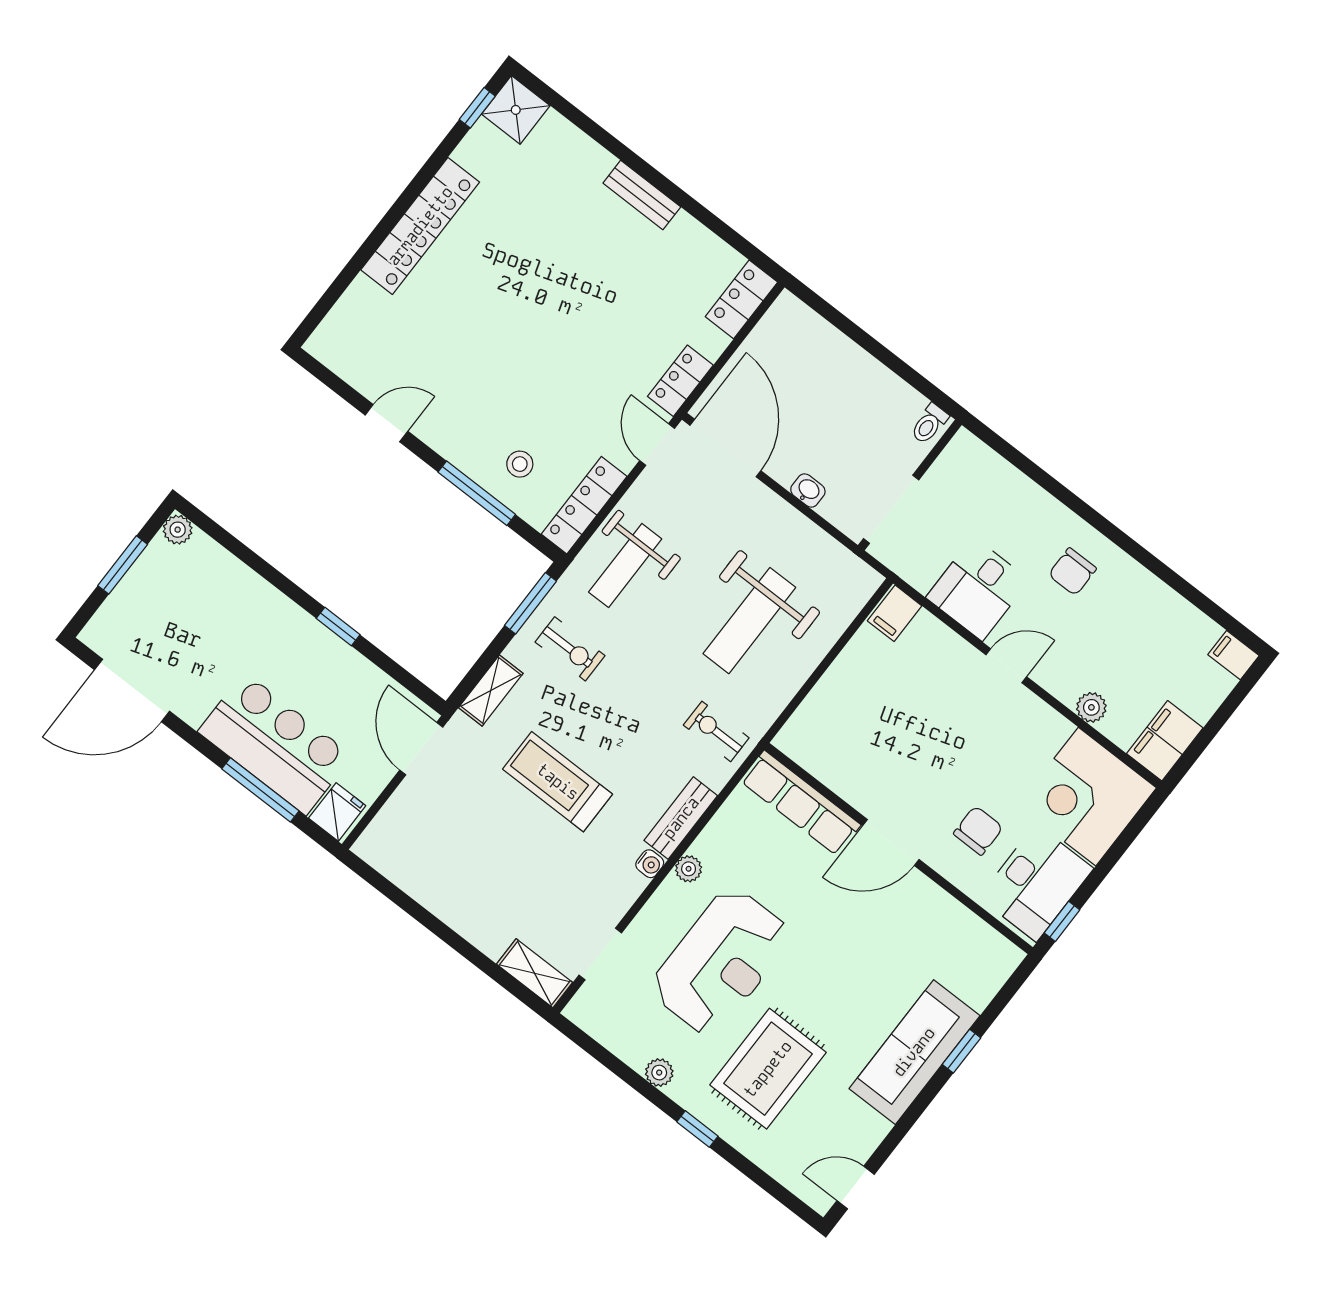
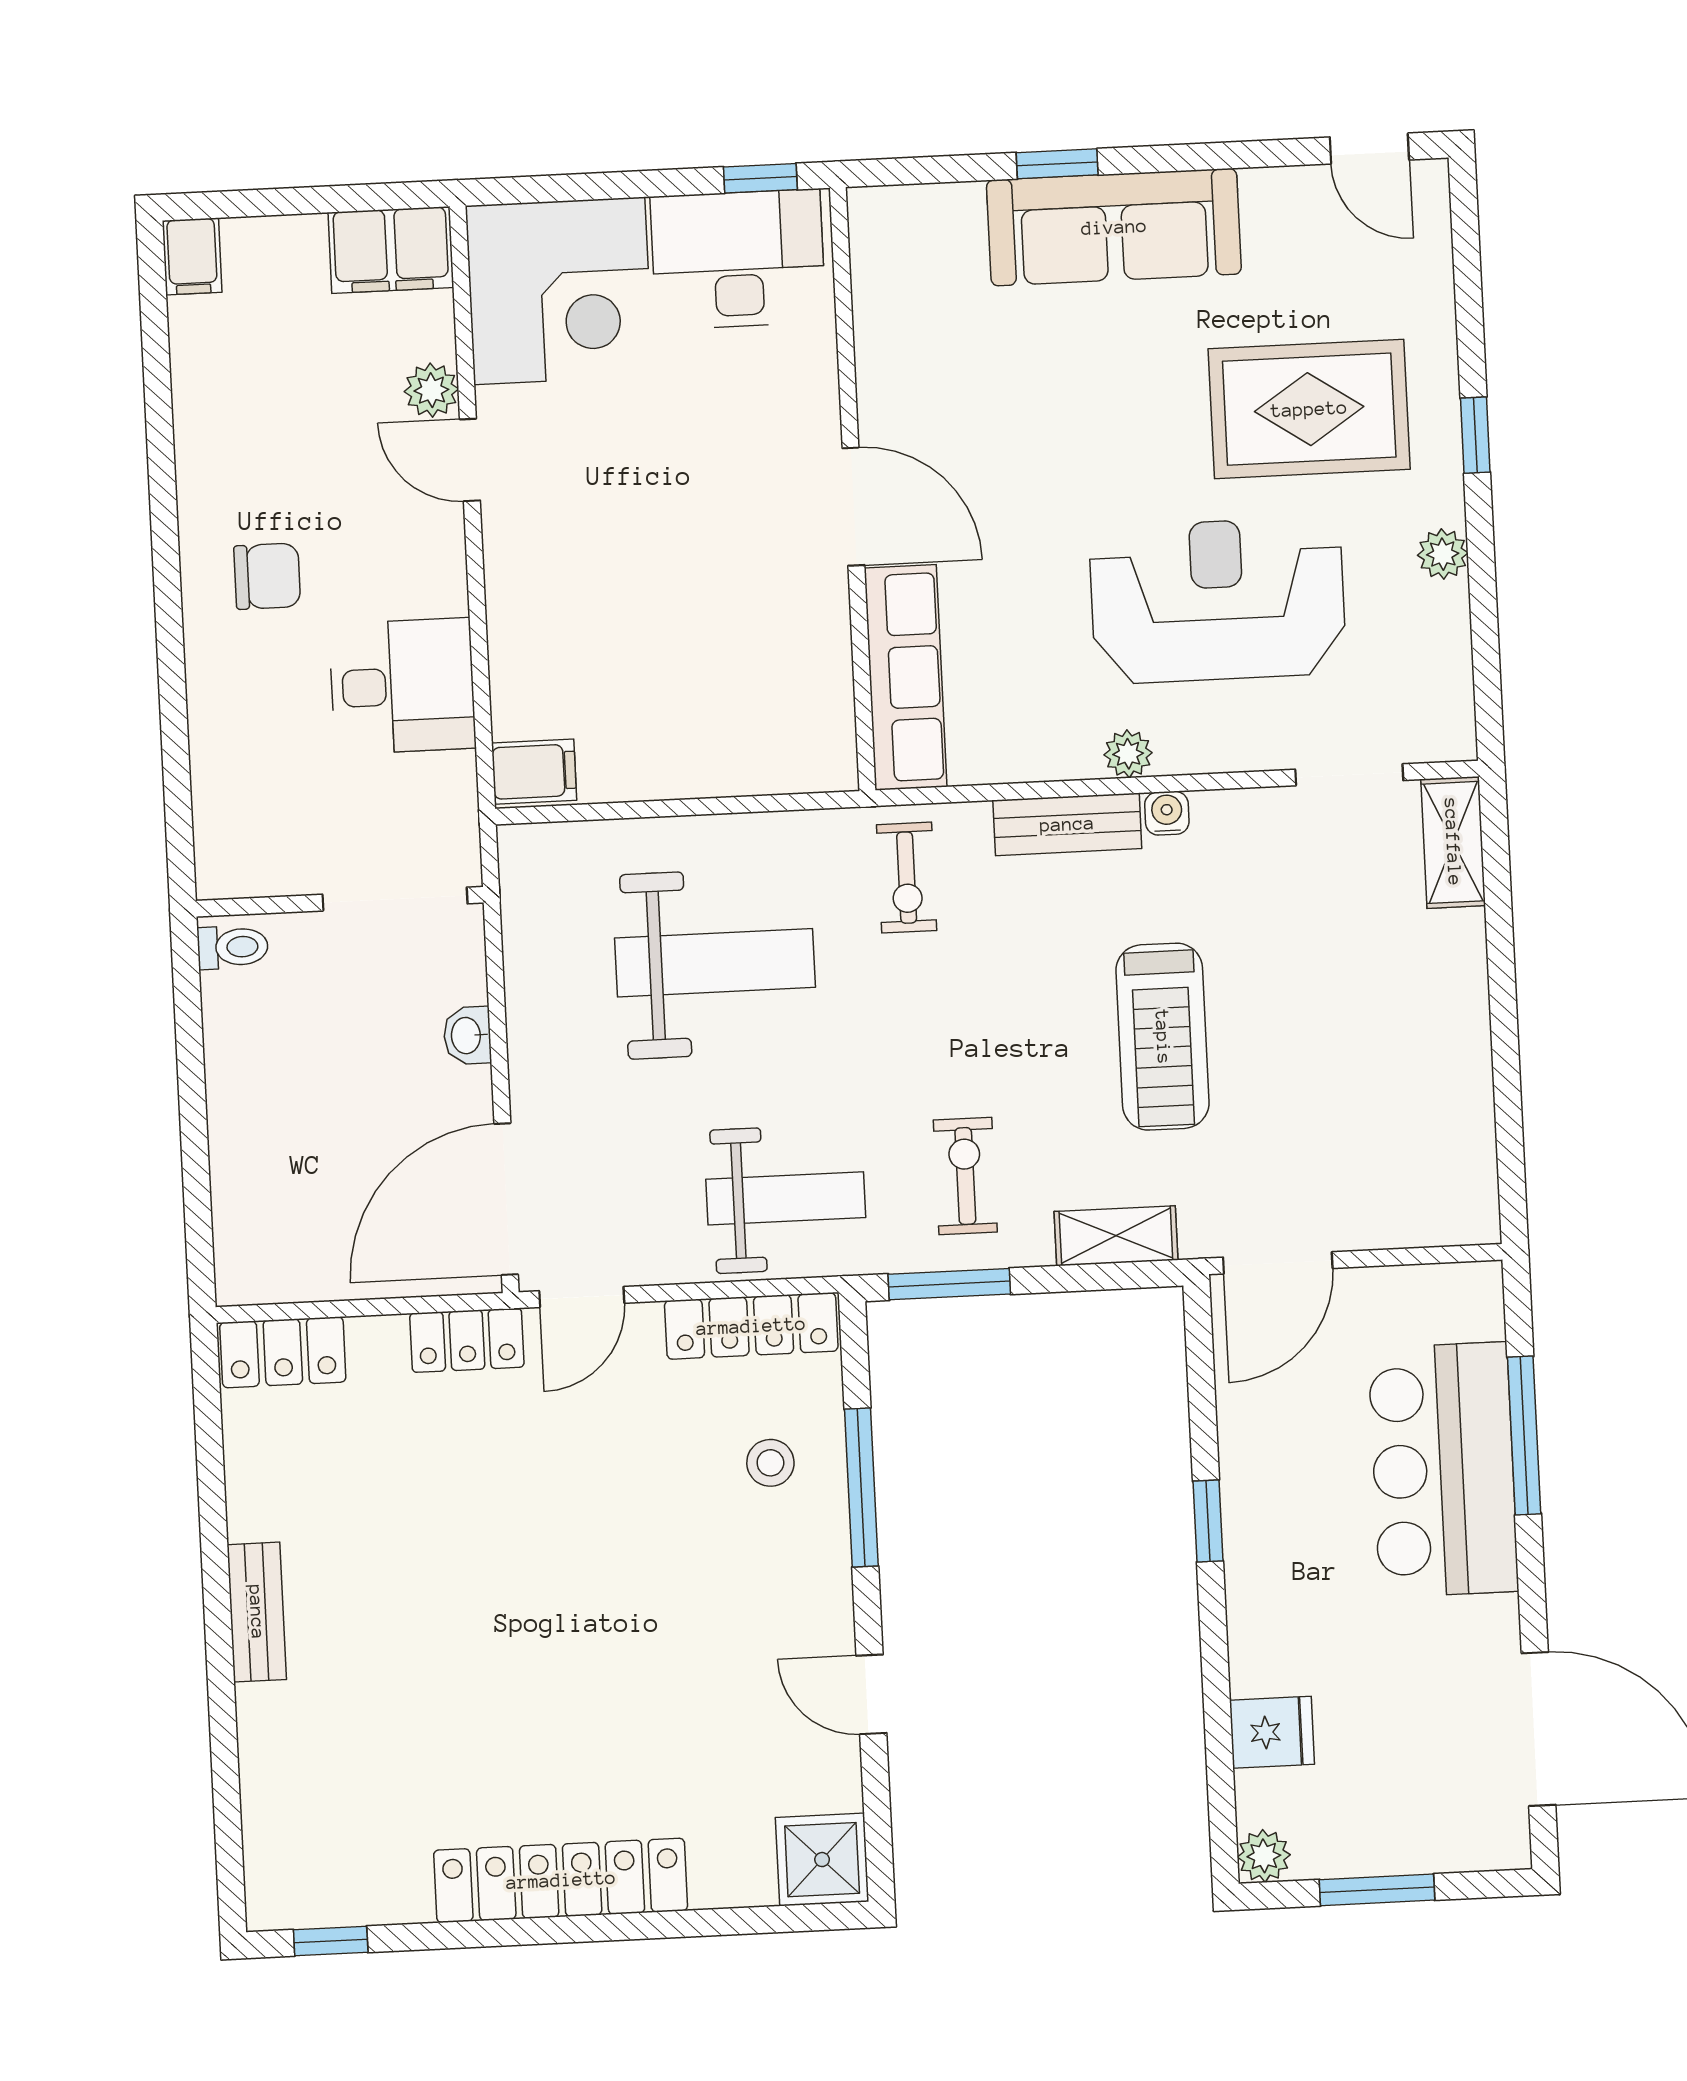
shower: (516, 110) -> (822, 1860), moved
door: (1006, 666) -> (470, 460), moved
fridge: (337, 812) -> (1272, 1732), moved, turned 180
chair: (978, 831) -> (734, 401), removed

